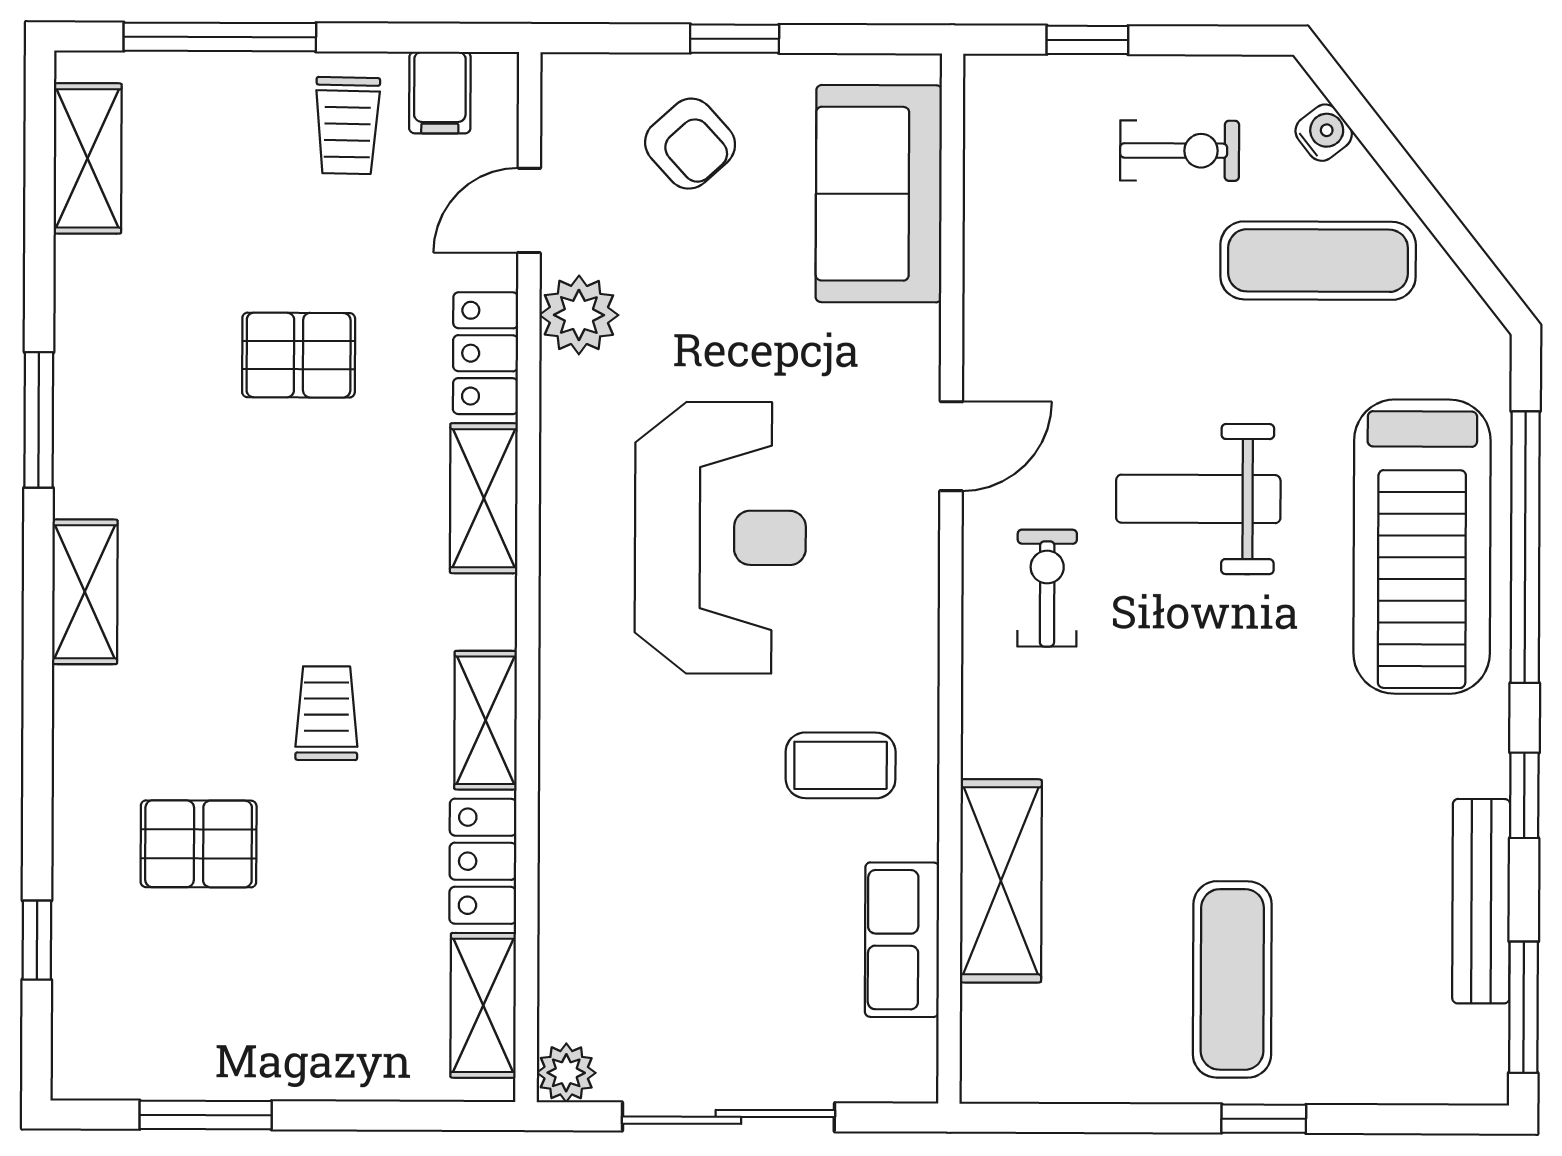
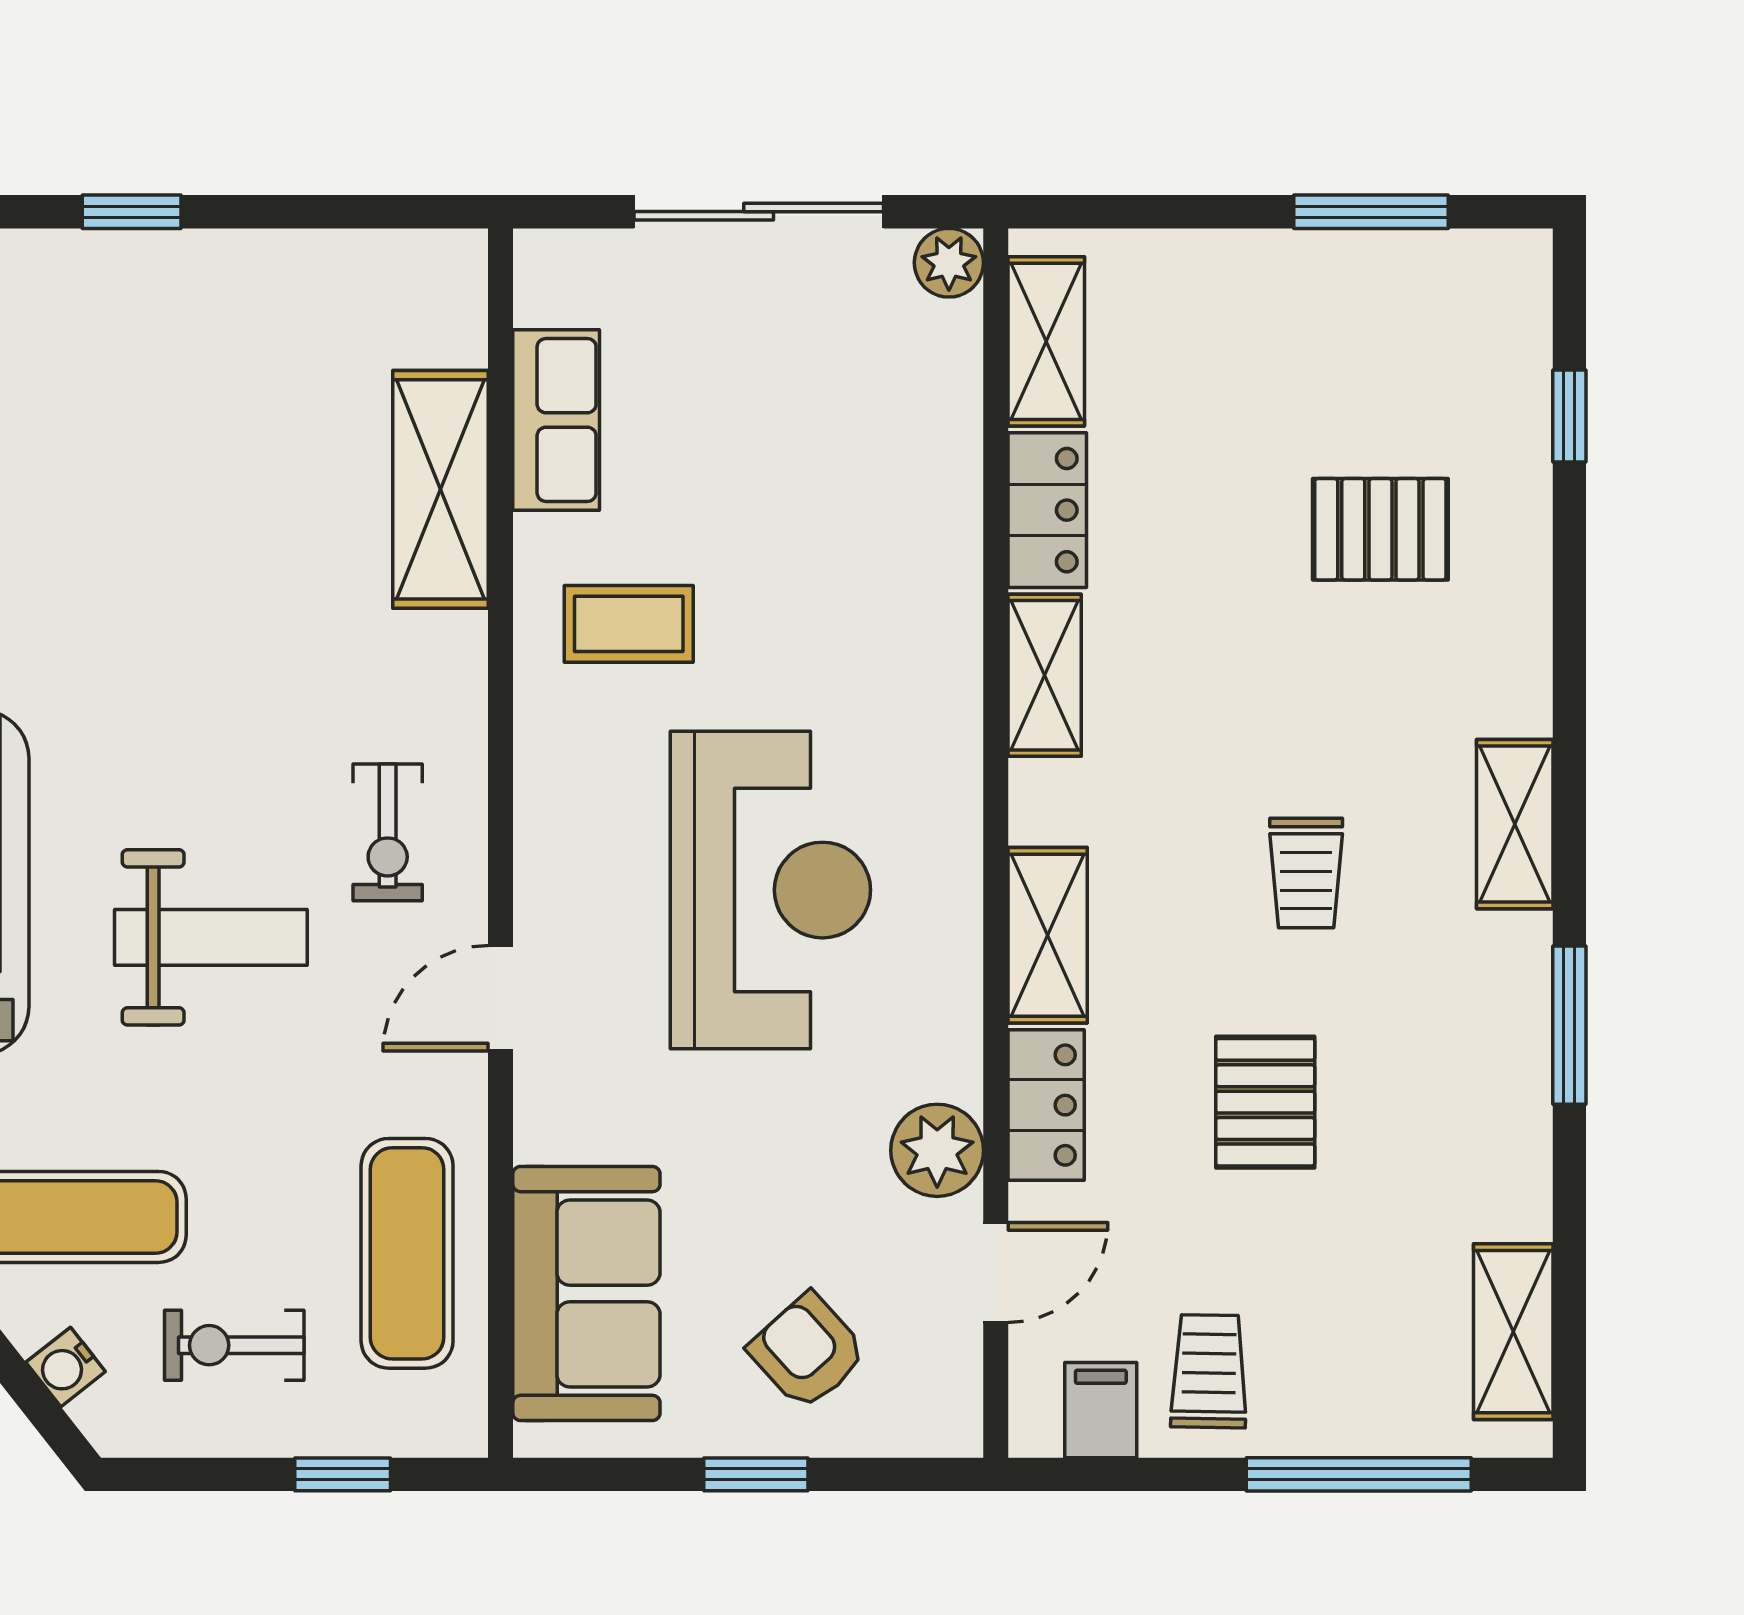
pallet: (299, 355) -> (1265, 1102), turned 90
reception desk: (720, 538) -> (770, 890), turned 180
trolley: (326, 713) -> (1306, 873), moved
exercise mat: (1232, 979) -> (407, 1253), moved

